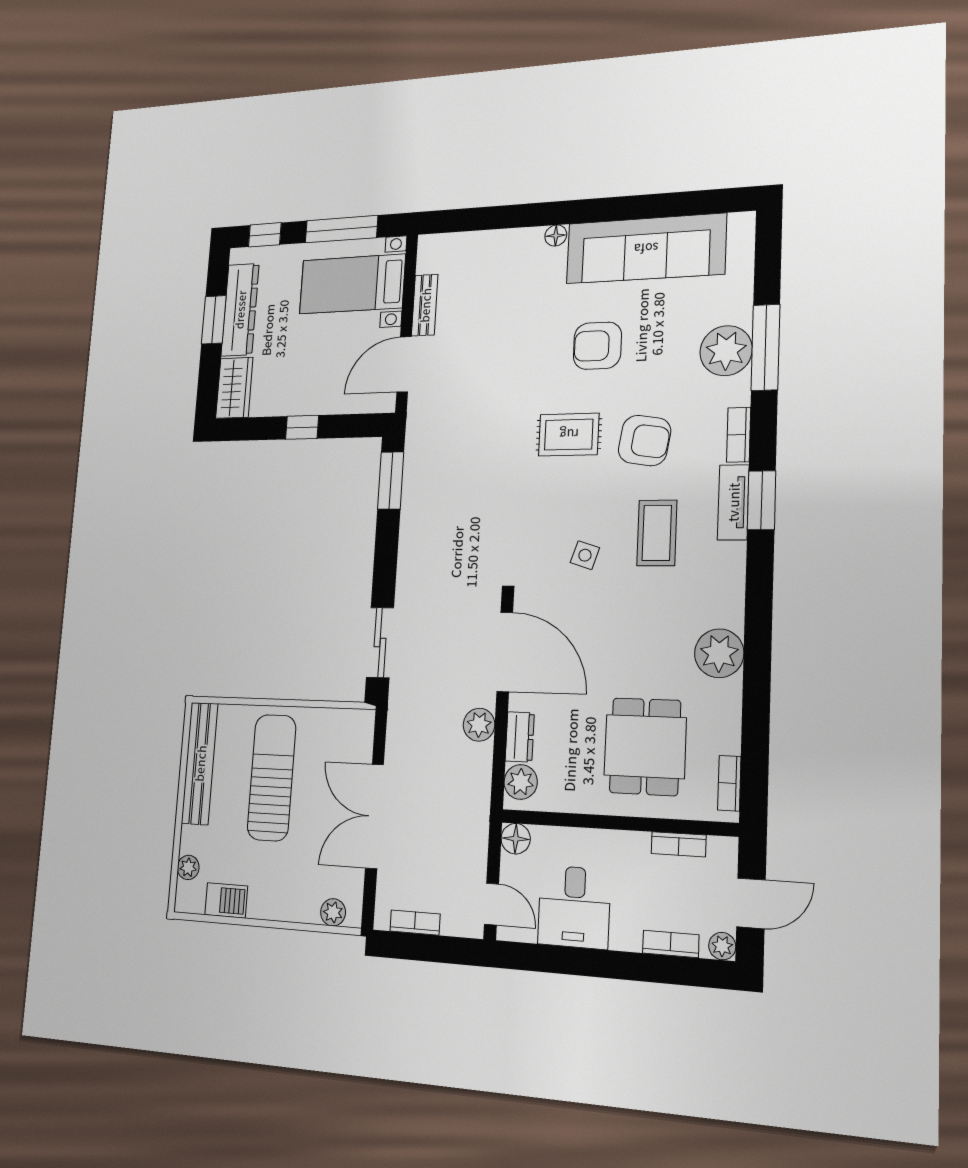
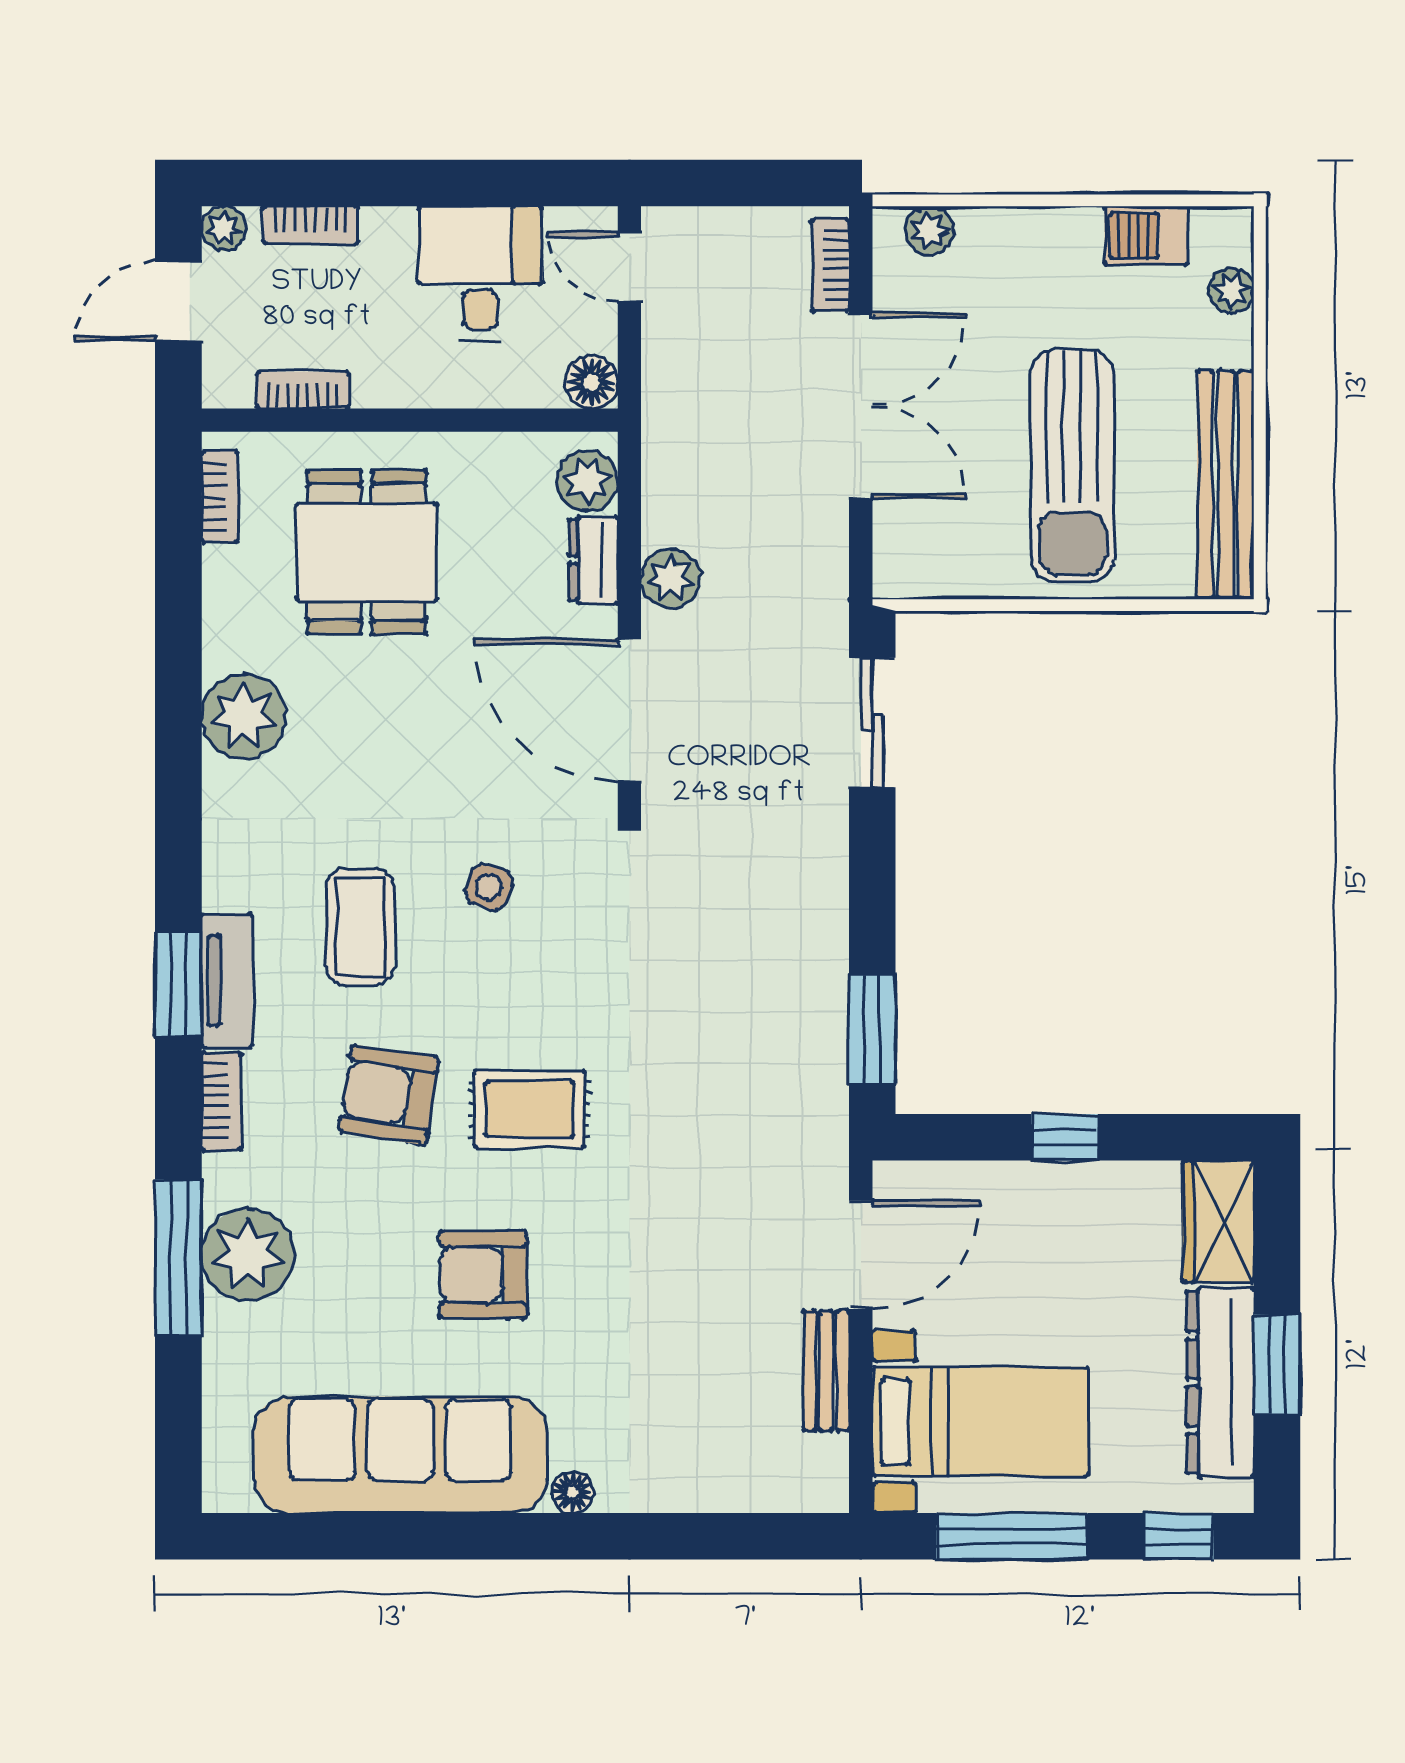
armchair: (597, 346) -> (483, 1275), turned 180
bookcase: (415, 923) -> (831, 265), moved, turned 90

